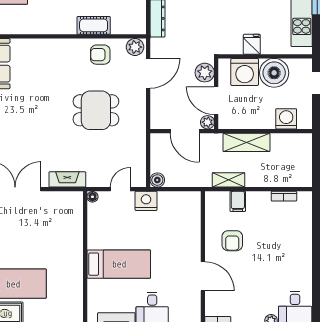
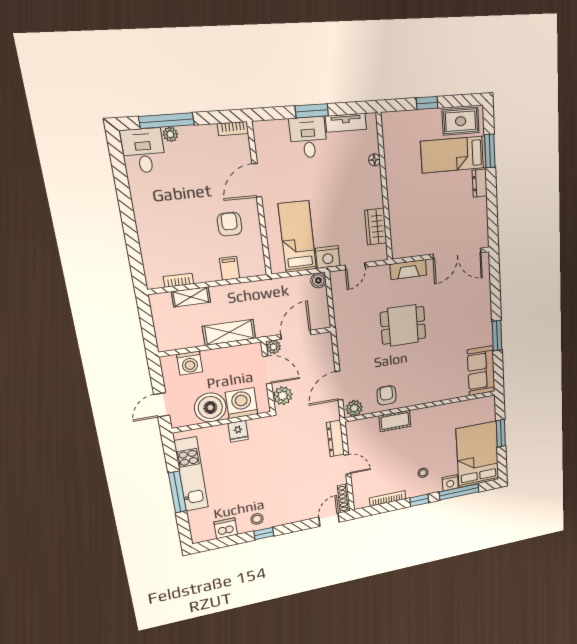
armchair: (100, 55) -> (386, 395), turned -90
dining table: (96, 110) -> (403, 325), moved
door: (185, 131) -> (296, 335), hinge flipped
shelving: (228, 180) -> (191, 297), moved
floor lamp: (92, 197) -> (374, 160), moved
wardrobe: (97, 224) -> (376, 227), added
bed: (119, 264) -> (297, 237), moved, turned 90
door: (203, 276) -> (257, 180), hinge flipped

